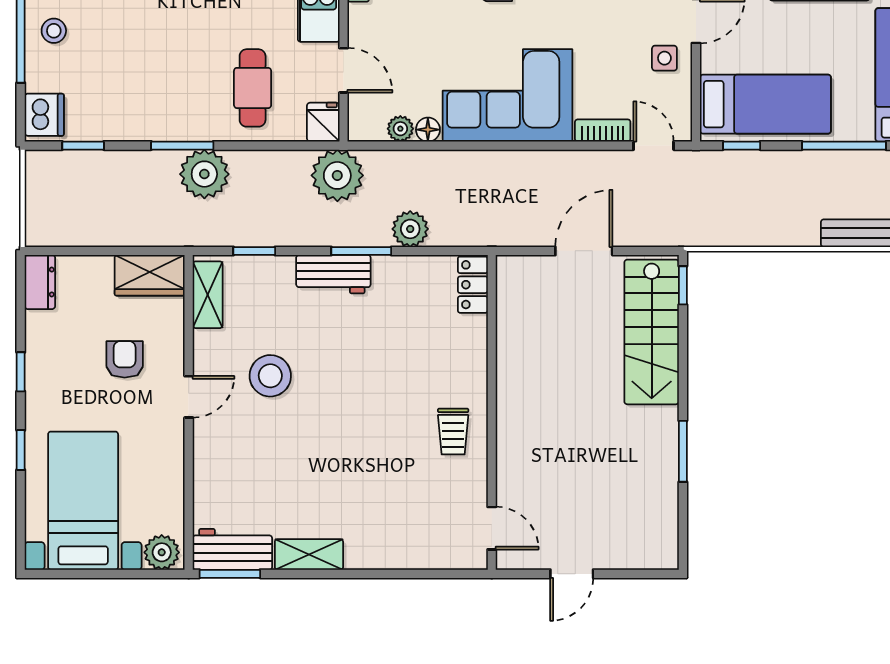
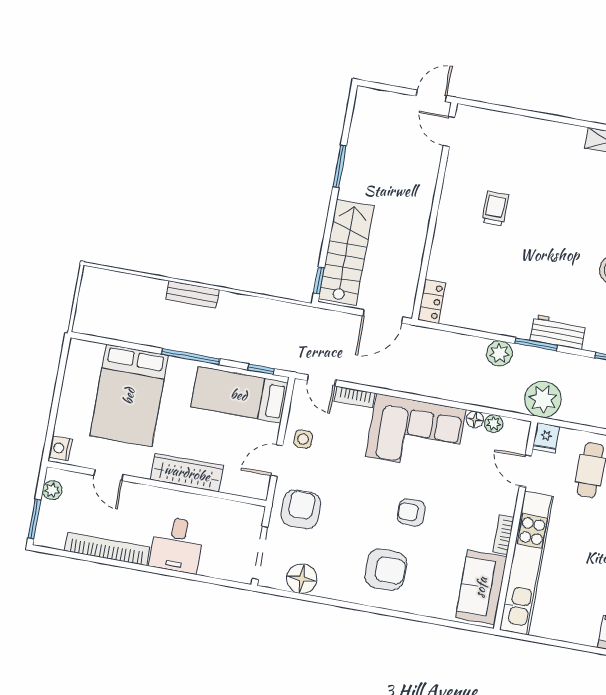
locker: (473, 285) -> (432, 301), moved
wall: (492, 412) -> (435, 211), moved
door: (492, 528) -> (449, 131), moved

